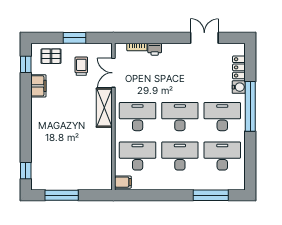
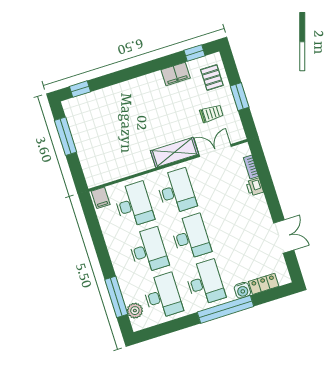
plant: (227, 183) -> (135, 311), added

